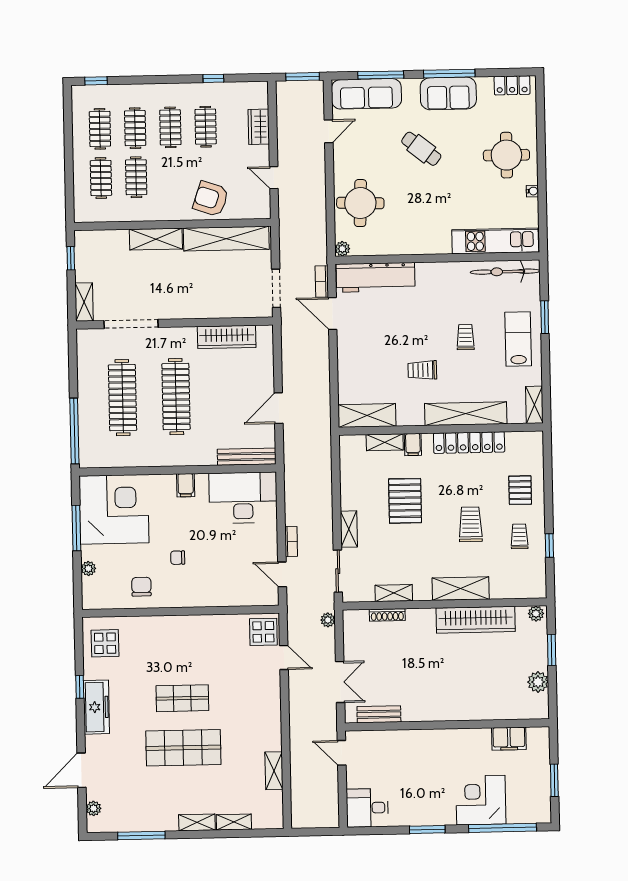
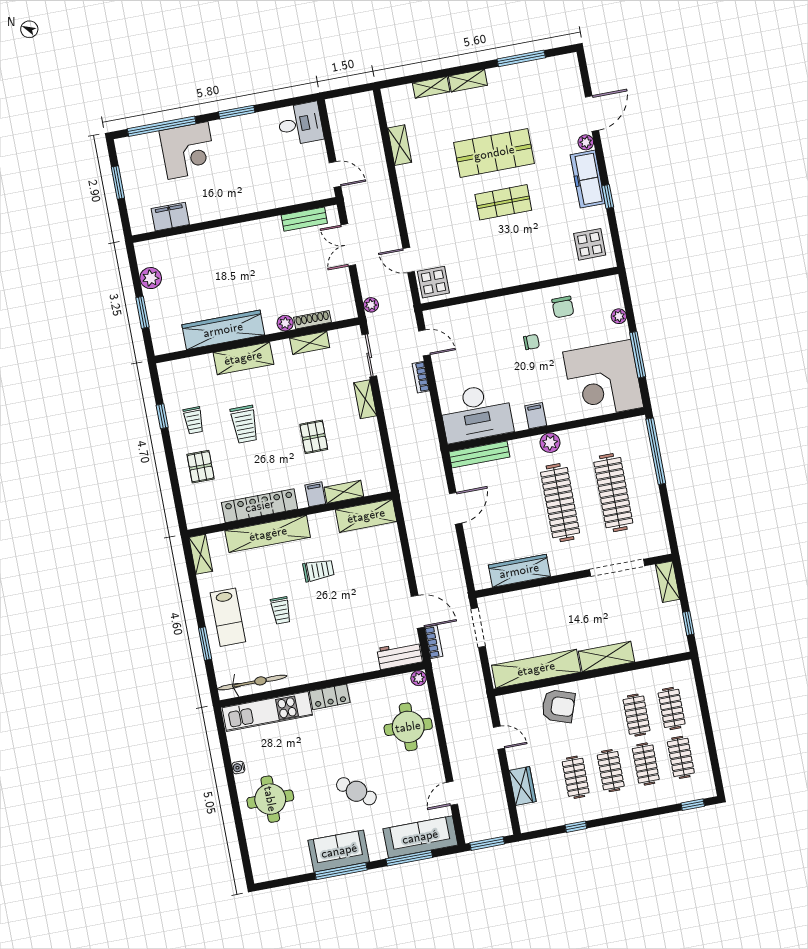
locker: (512, 85) -> (330, 697), moved, turned 180
workbench: (376, 277) -> (400, 655), width x0.53, depth x0.76
plant: (176, 457) -> (550, 443), added
pallet: (405, 501) -> (314, 437), width x0.67, depth x0.71
plant: (536, 614) -> (285, 323), moved
plant: (94, 808) -> (586, 142), moved

